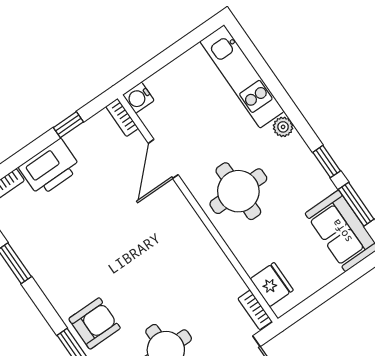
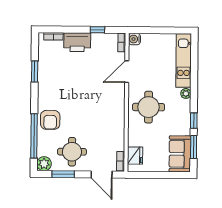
armchair: (95, 323) -> (50, 120), turned 90

